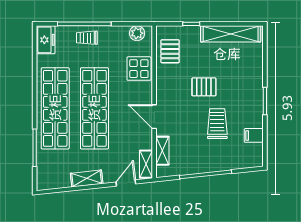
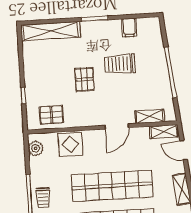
shelving: (231, 34) -> (51, 31), moved, turned 90

